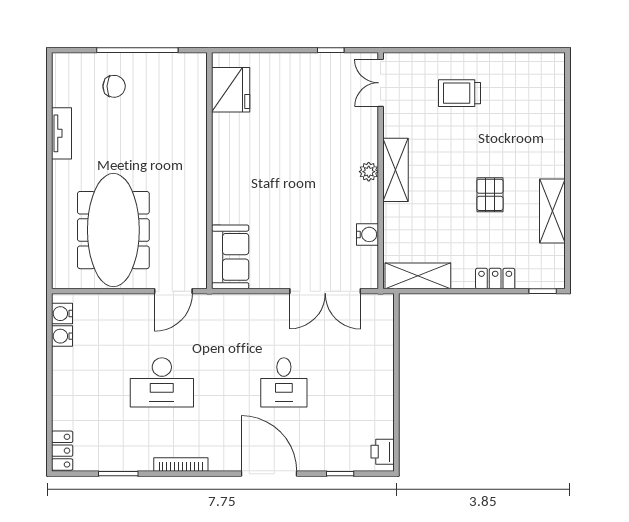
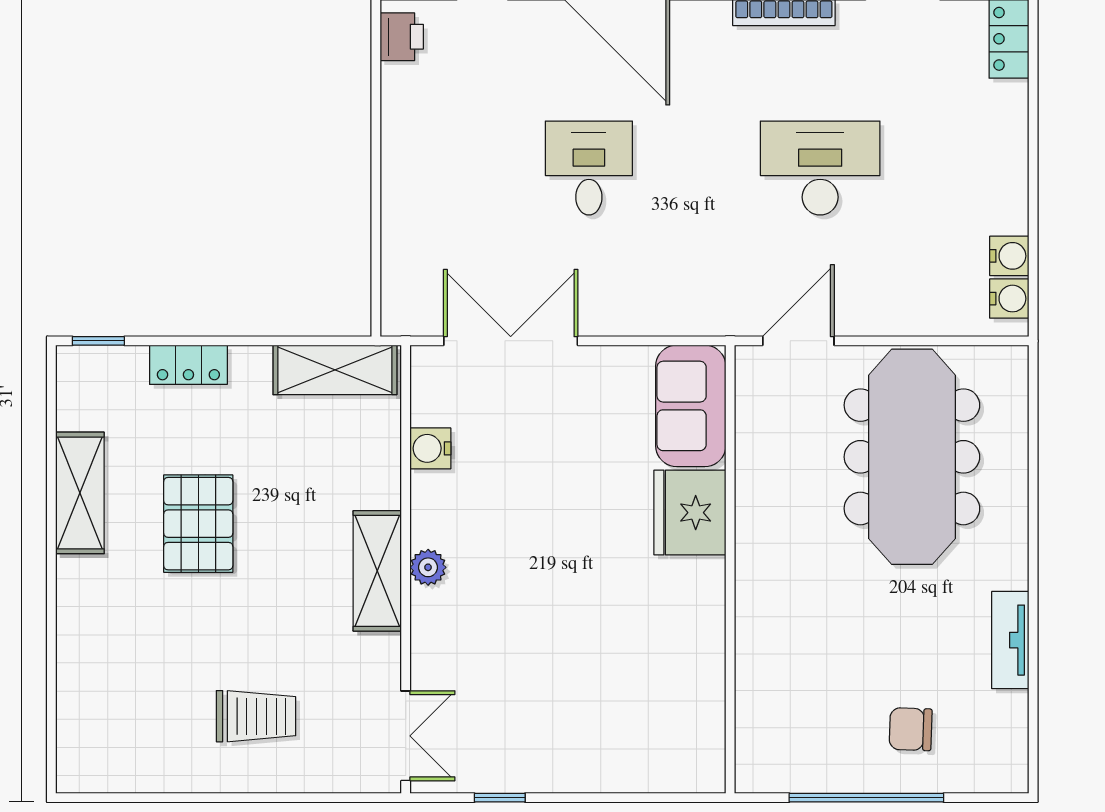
fridge: (231, 90) -> (690, 513), moved
pallet: (490, 195) -> (198, 524), width x1.50, depth x1.42

